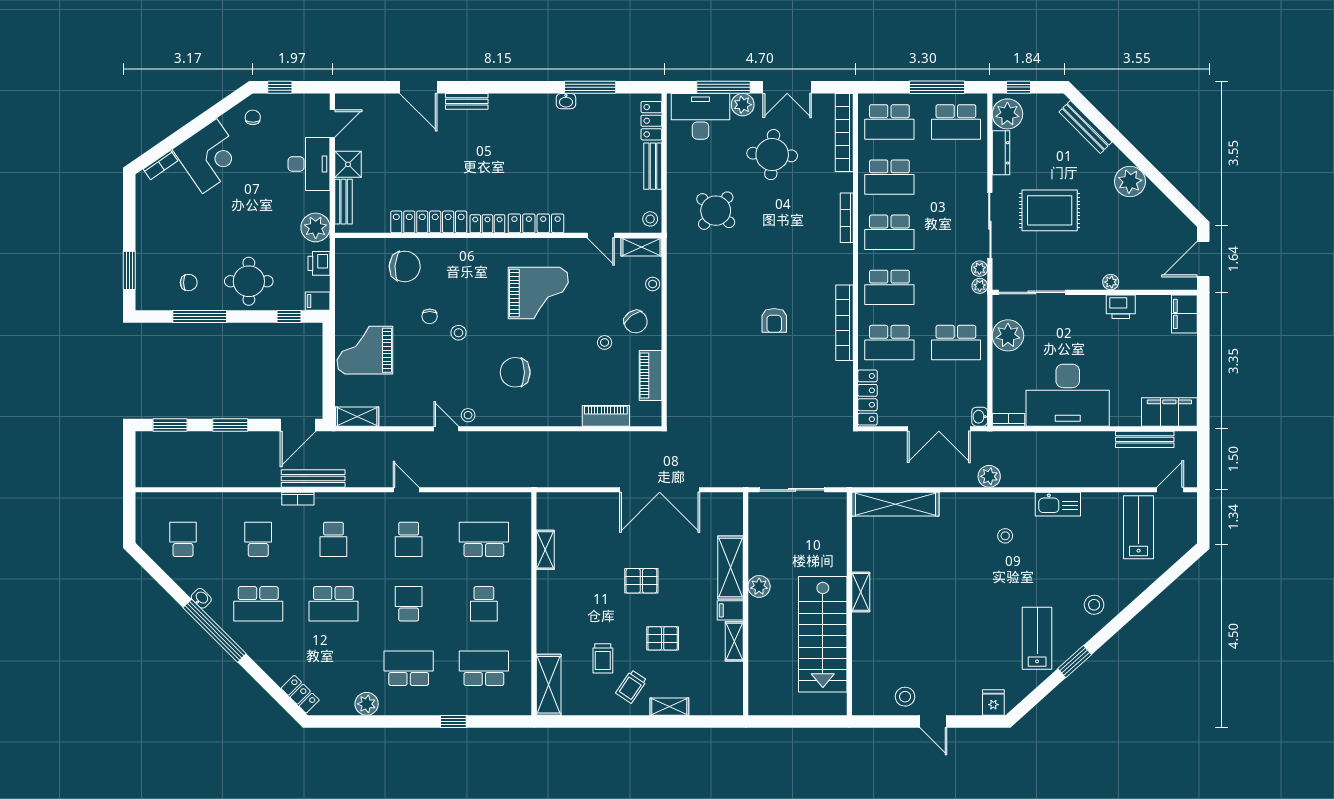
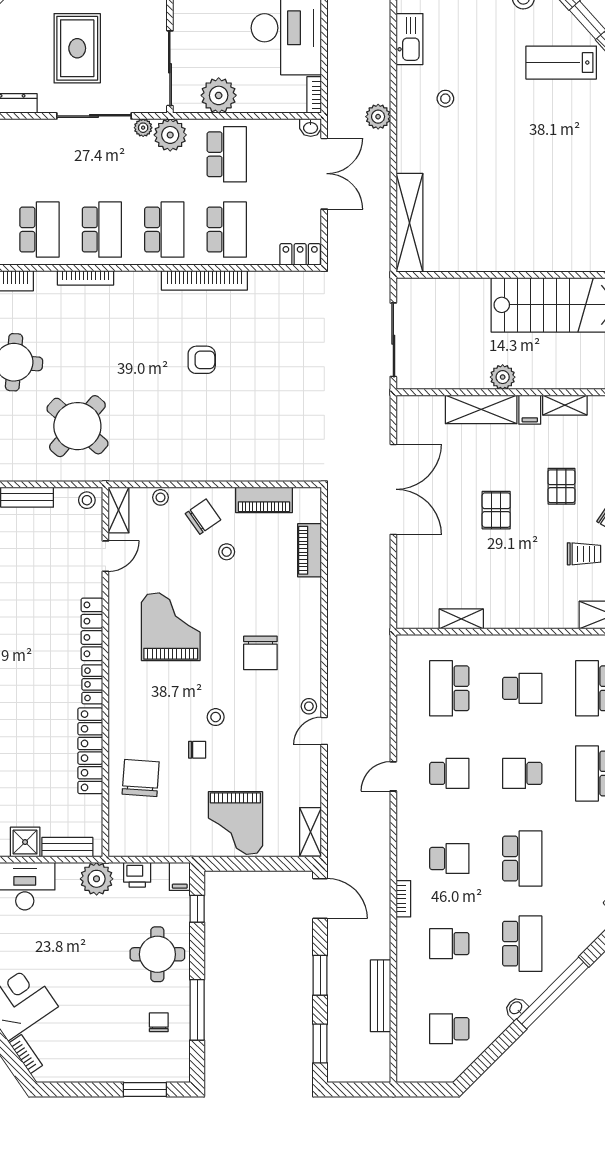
round table: (716, 211) -> (77, 426), width x1.36, depth x1.36
plant: (980, 286) -> (170, 135), width x1.87, depth x1.87
locker: (867, 398) -> (300, 254), width x0.66
bench: (313, 478) -> (381, 996), moved
shelving: (861, 592) -> (509, 262), removed

